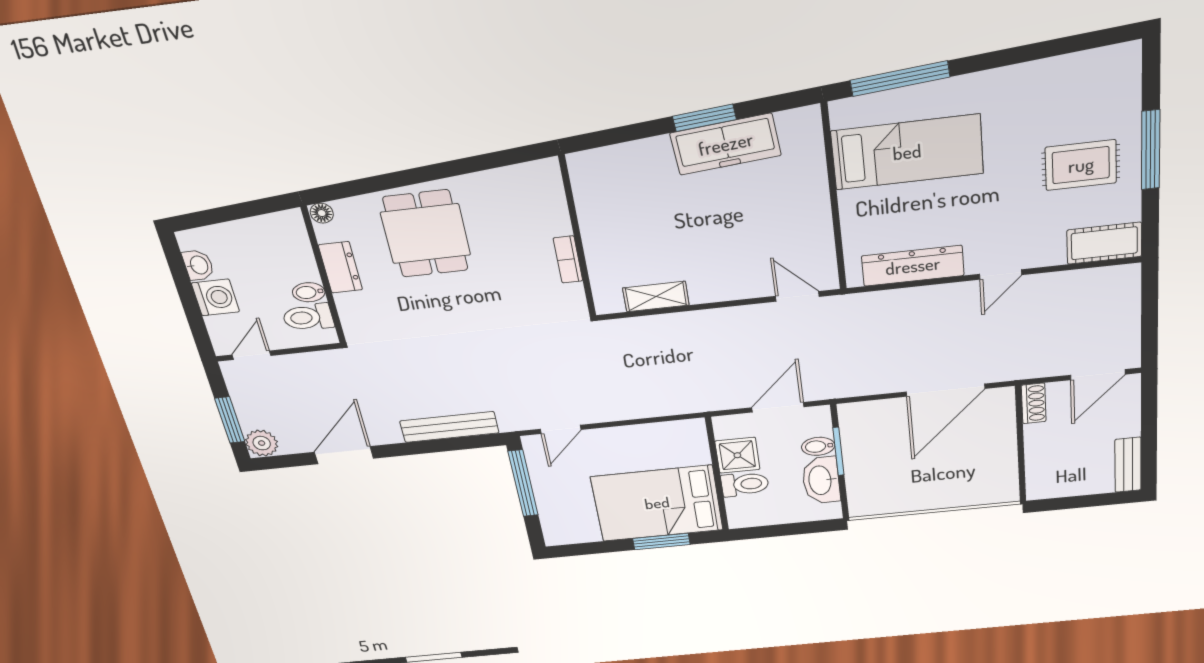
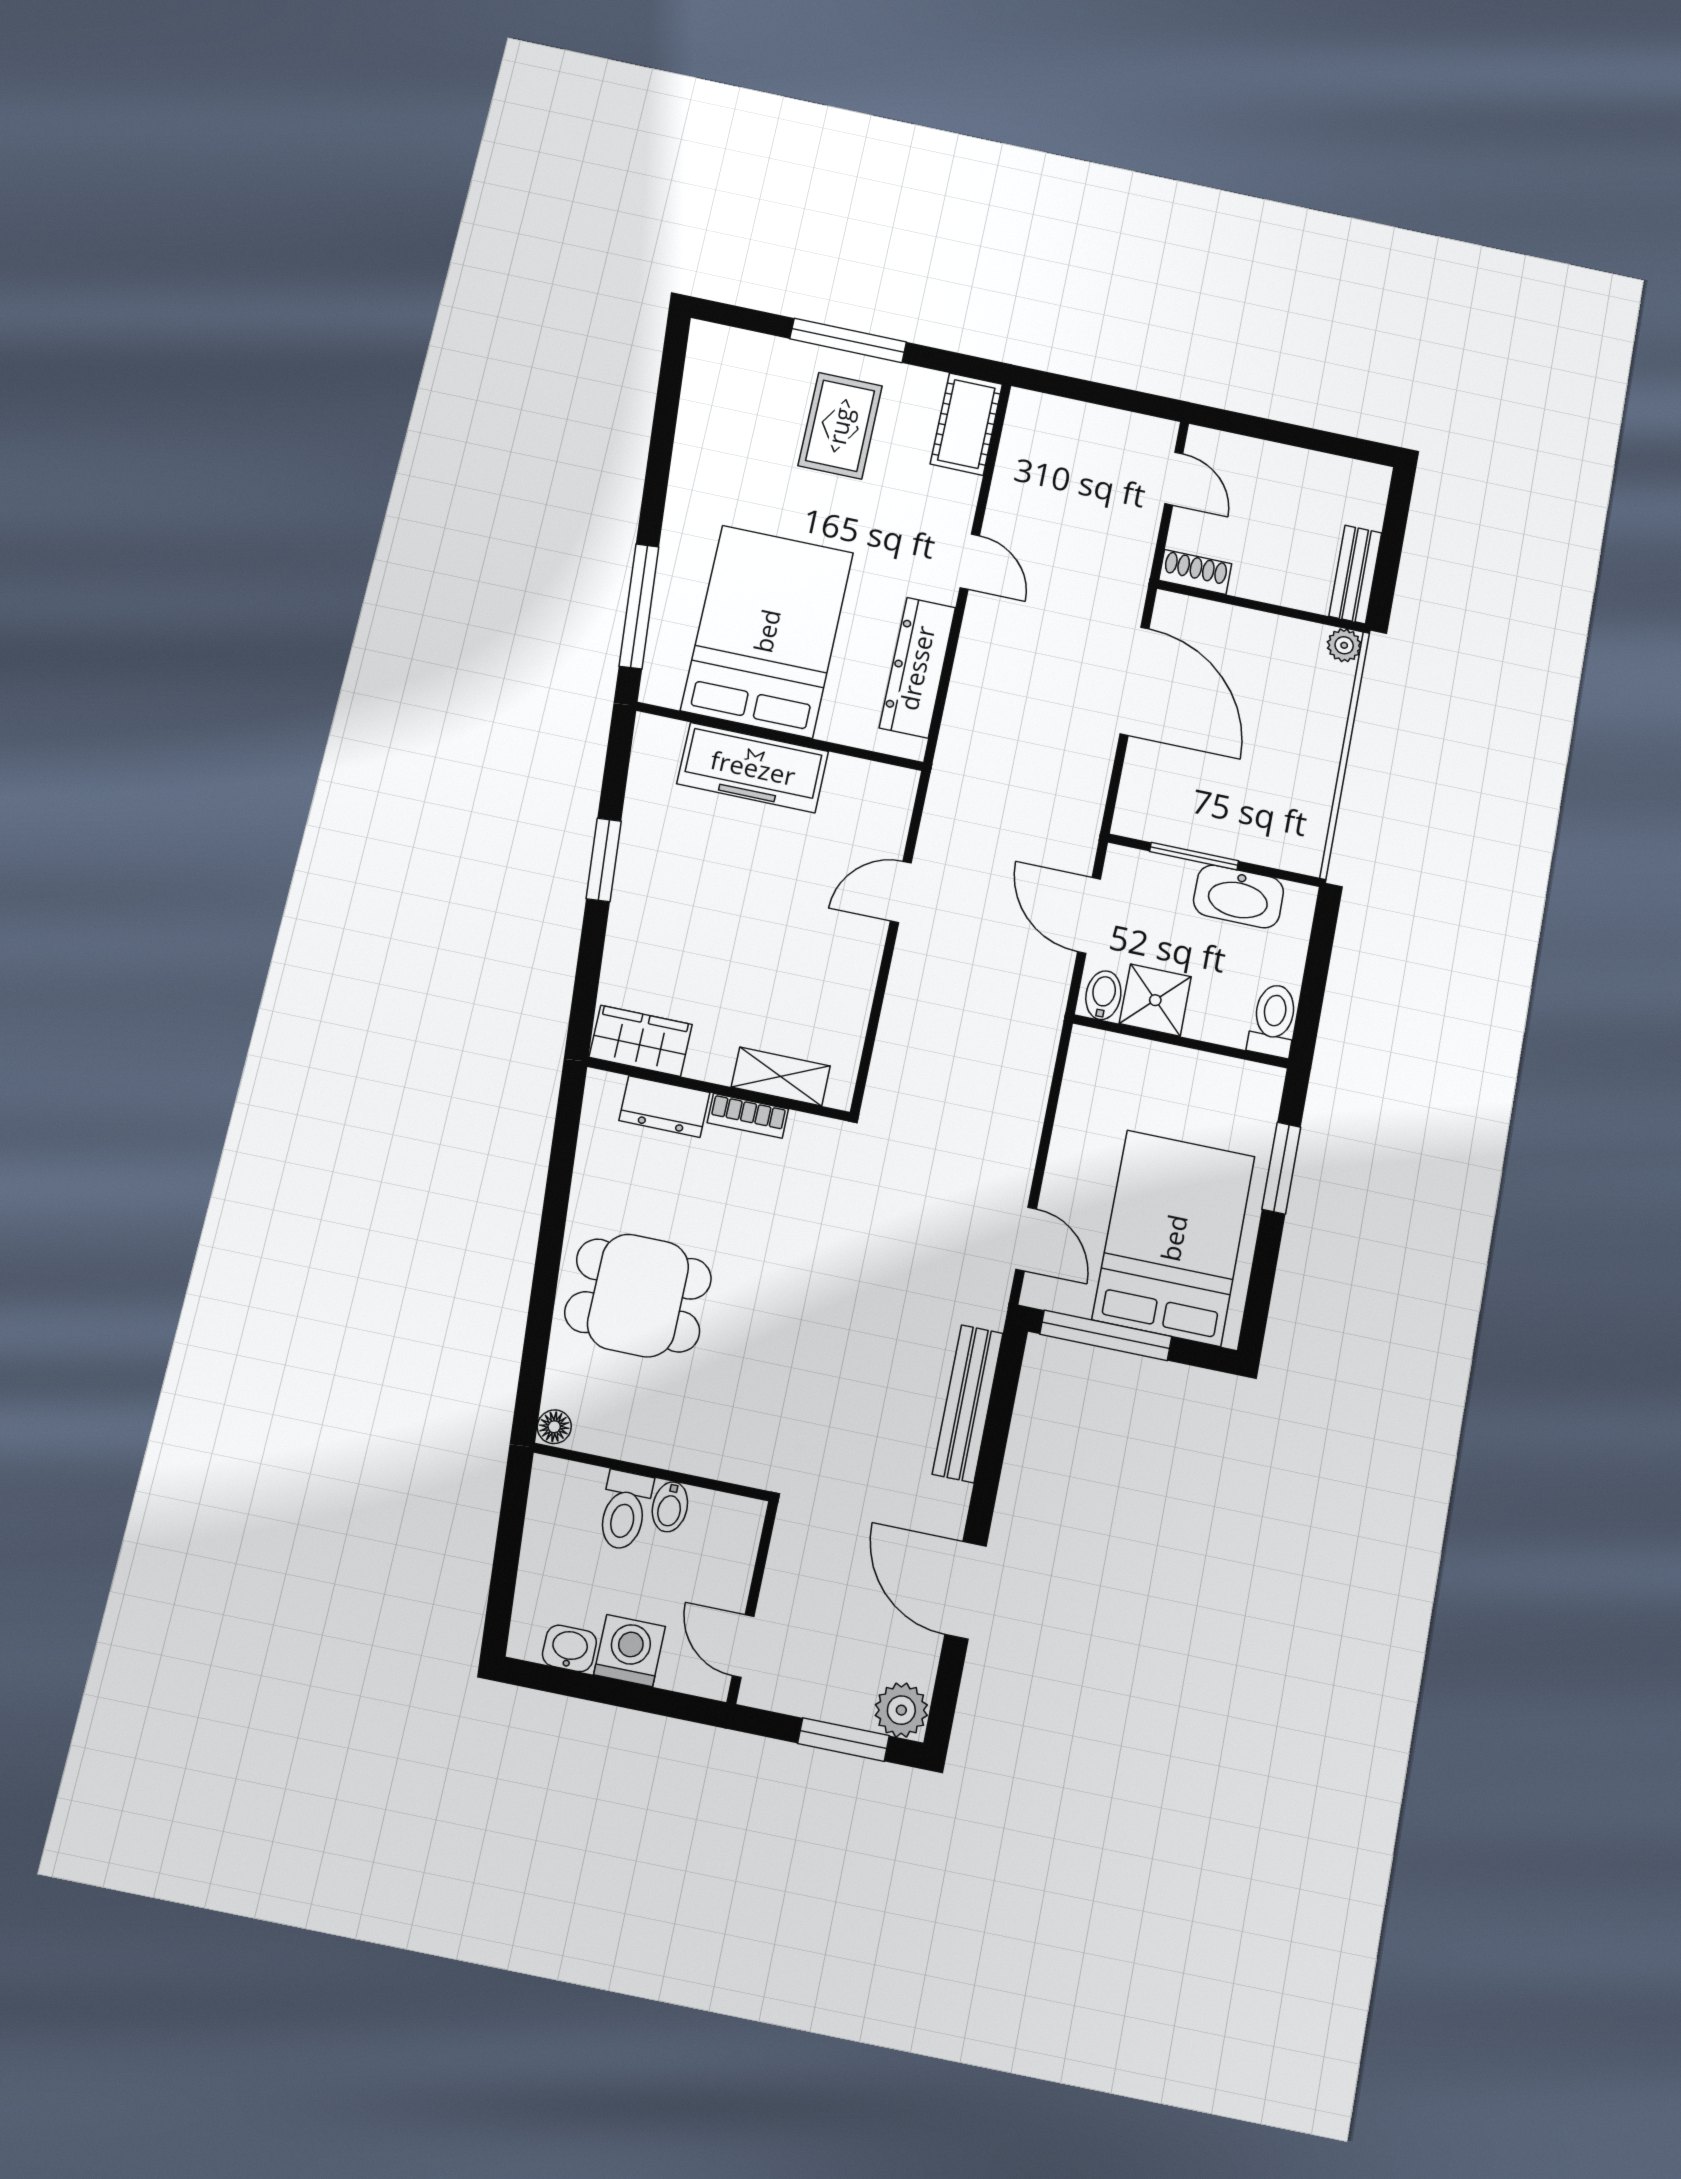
freezer: (726, 144) -> (753, 768), moved, turned 95
bed: (907, 152) -> (767, 631), width x1.50
wardrobe: (589, 182) -> (641, 1041), added
dresser: (340, 267) -> (664, 1106), moved, turned 180
door: (797, 296) -> (901, 892), moved
shelving: (656, 297) -> (781, 1076), moved, turned 90
toilet: (308, 317) -> (624, 1510), moved
door: (1098, 375) -> (1174, 479), width x0.73
bidet: (818, 446) -> (1103, 995), moved, turned 180
bench: (1128, 465) -> (1355, 574), moved, turned 90
toilet: (745, 484) -> (1273, 1020), moved
plant: (1008, 493) -> (1344, 645), added
bed: (657, 503) -> (1174, 1238), moved, turned 180

